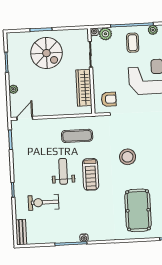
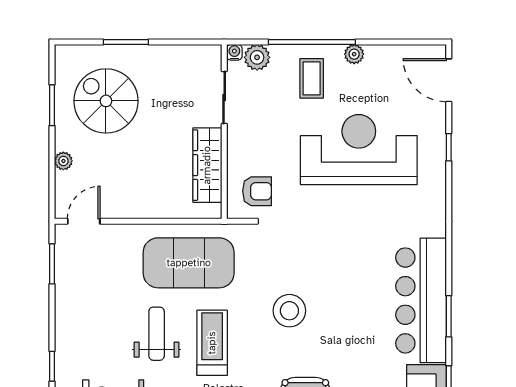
spiral stairs: (46, 53) -> (106, 101), moved, turned 180
exercise mat: (77, 136) -> (189, 263), width x2.00, depth x1.45
treadmill: (91, 174) -> (212, 343), turned 180

